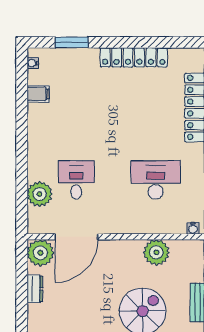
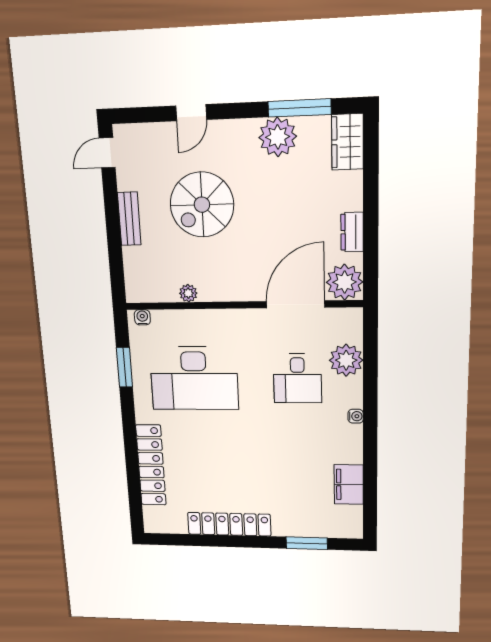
water cooler: (33, 63) -> (356, 416), moved
filing cabinet: (38, 94) -> (349, 485), width x2.00
desk: (156, 180) -> (194, 378), width x1.36, depth x1.30
plant: (156, 252) -> (188, 293), width x0.53, depth x0.53

